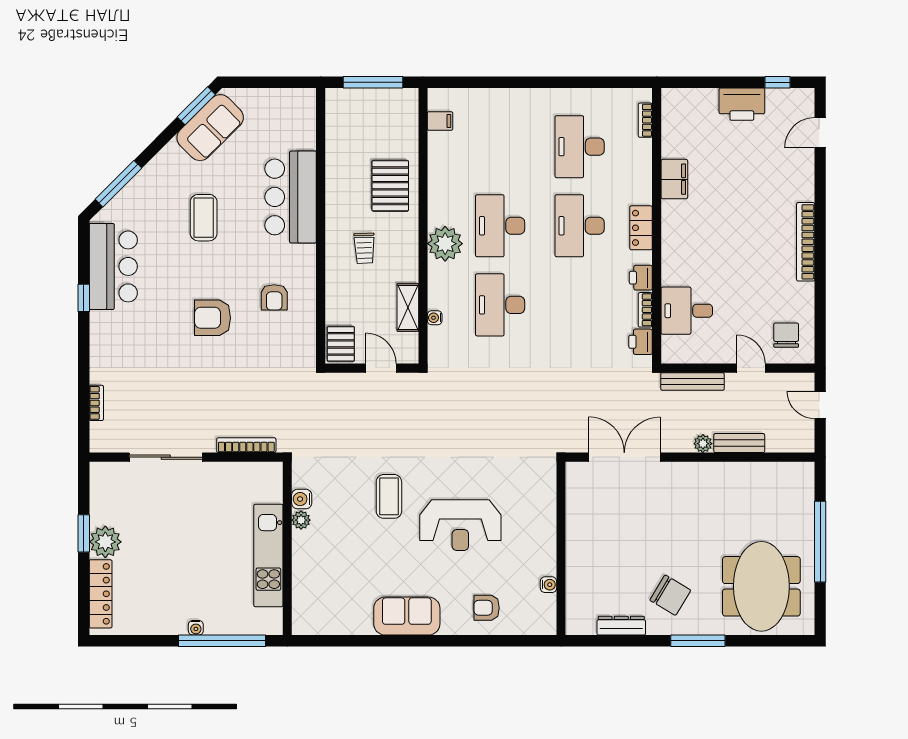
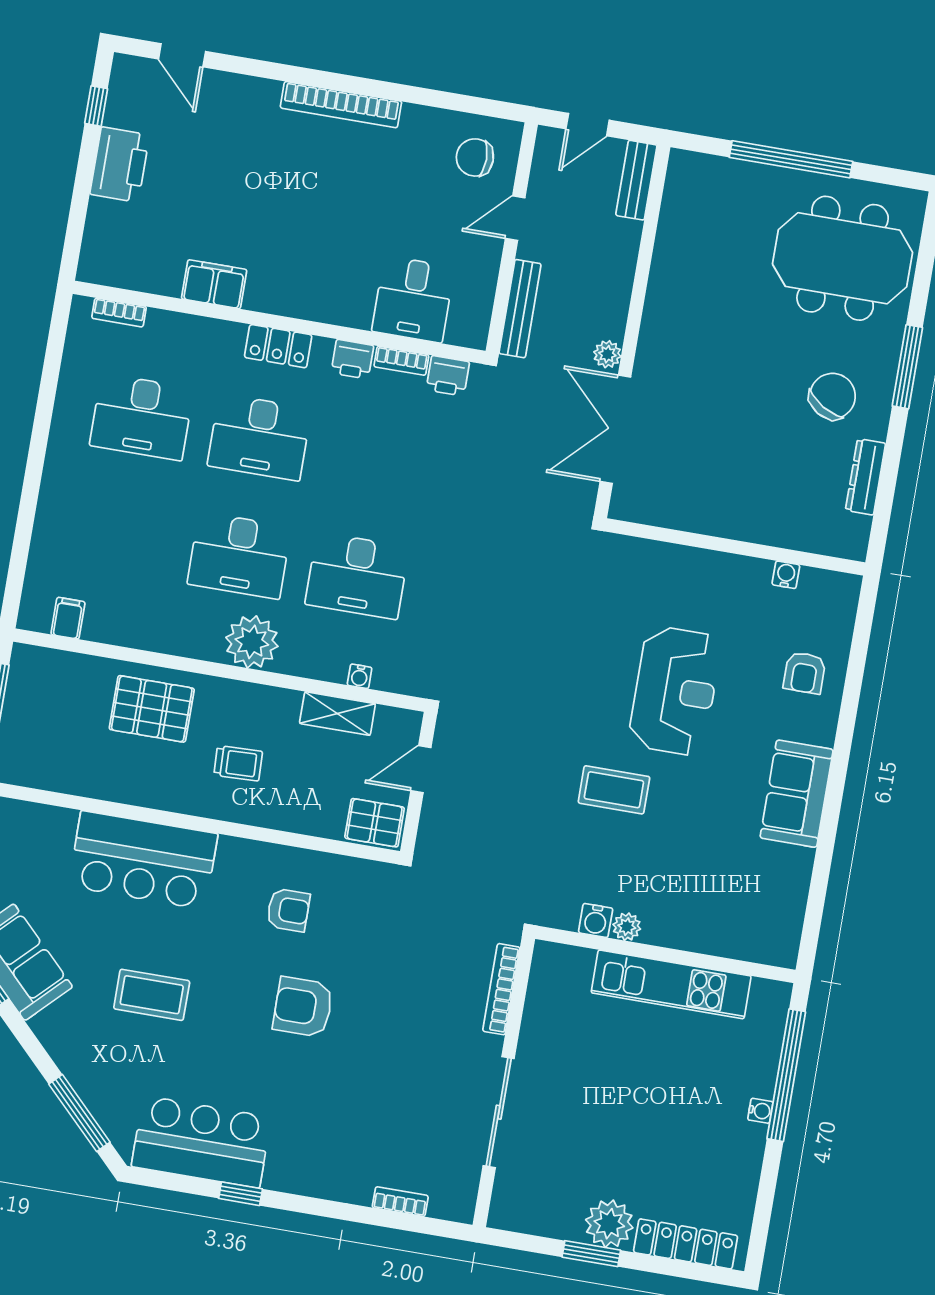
armchair: (213, 318) -> (303, 1007), turned 90
bench: (739, 443) -> (636, 180), moved
plant: (703, 444) -> (607, 354), moved

